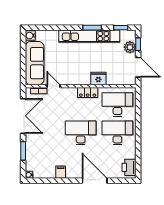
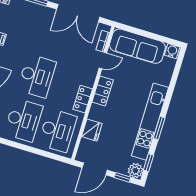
plant: (130, 47) -> (135, 171), moved
fridge: (98, 78) -> (92, 130), moved
locker: (77, 79) -> (103, 91), added

